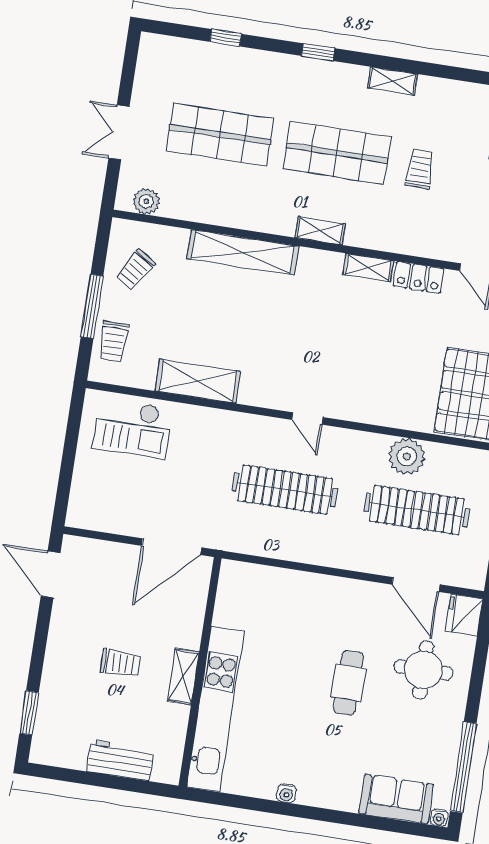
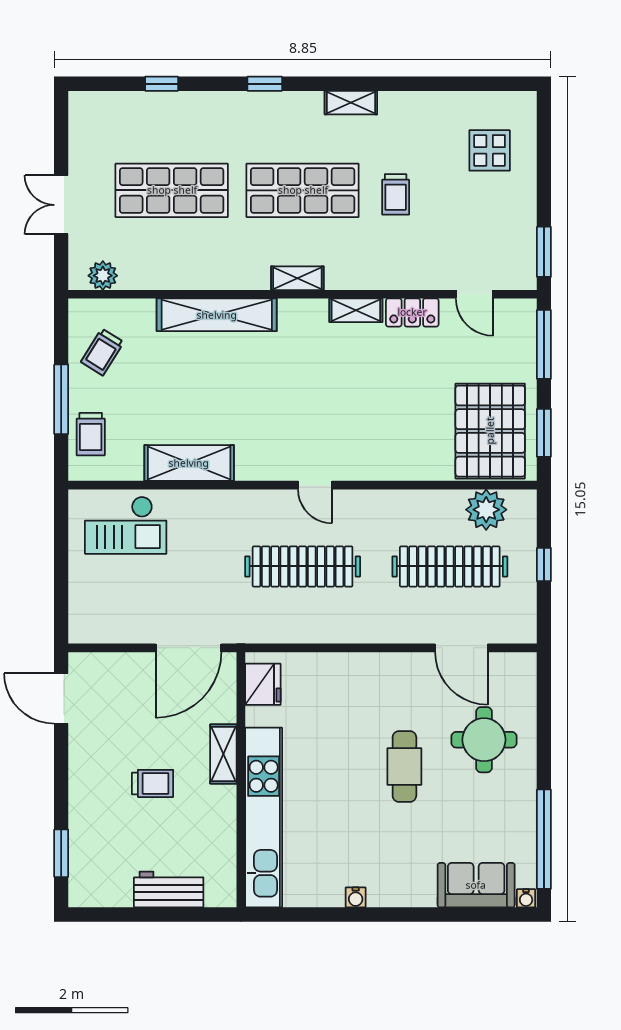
trolley: (420, 169) -> (396, 194), turned 180
plant: (407, 456) -> (486, 510), moved
fridge: (464, 615) -> (263, 684), moved, turned 180
shelving: (183, 677) -> (223, 754), moved

